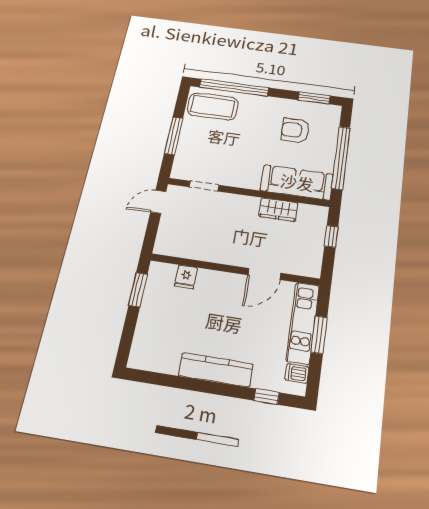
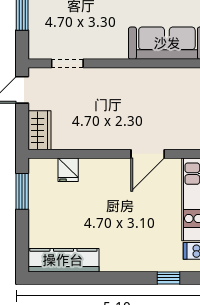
wardrobe: (278, 210) -> (39, 130), moved, turned -90
kitchen counter: (216, 370) -> (63, 260), moved

